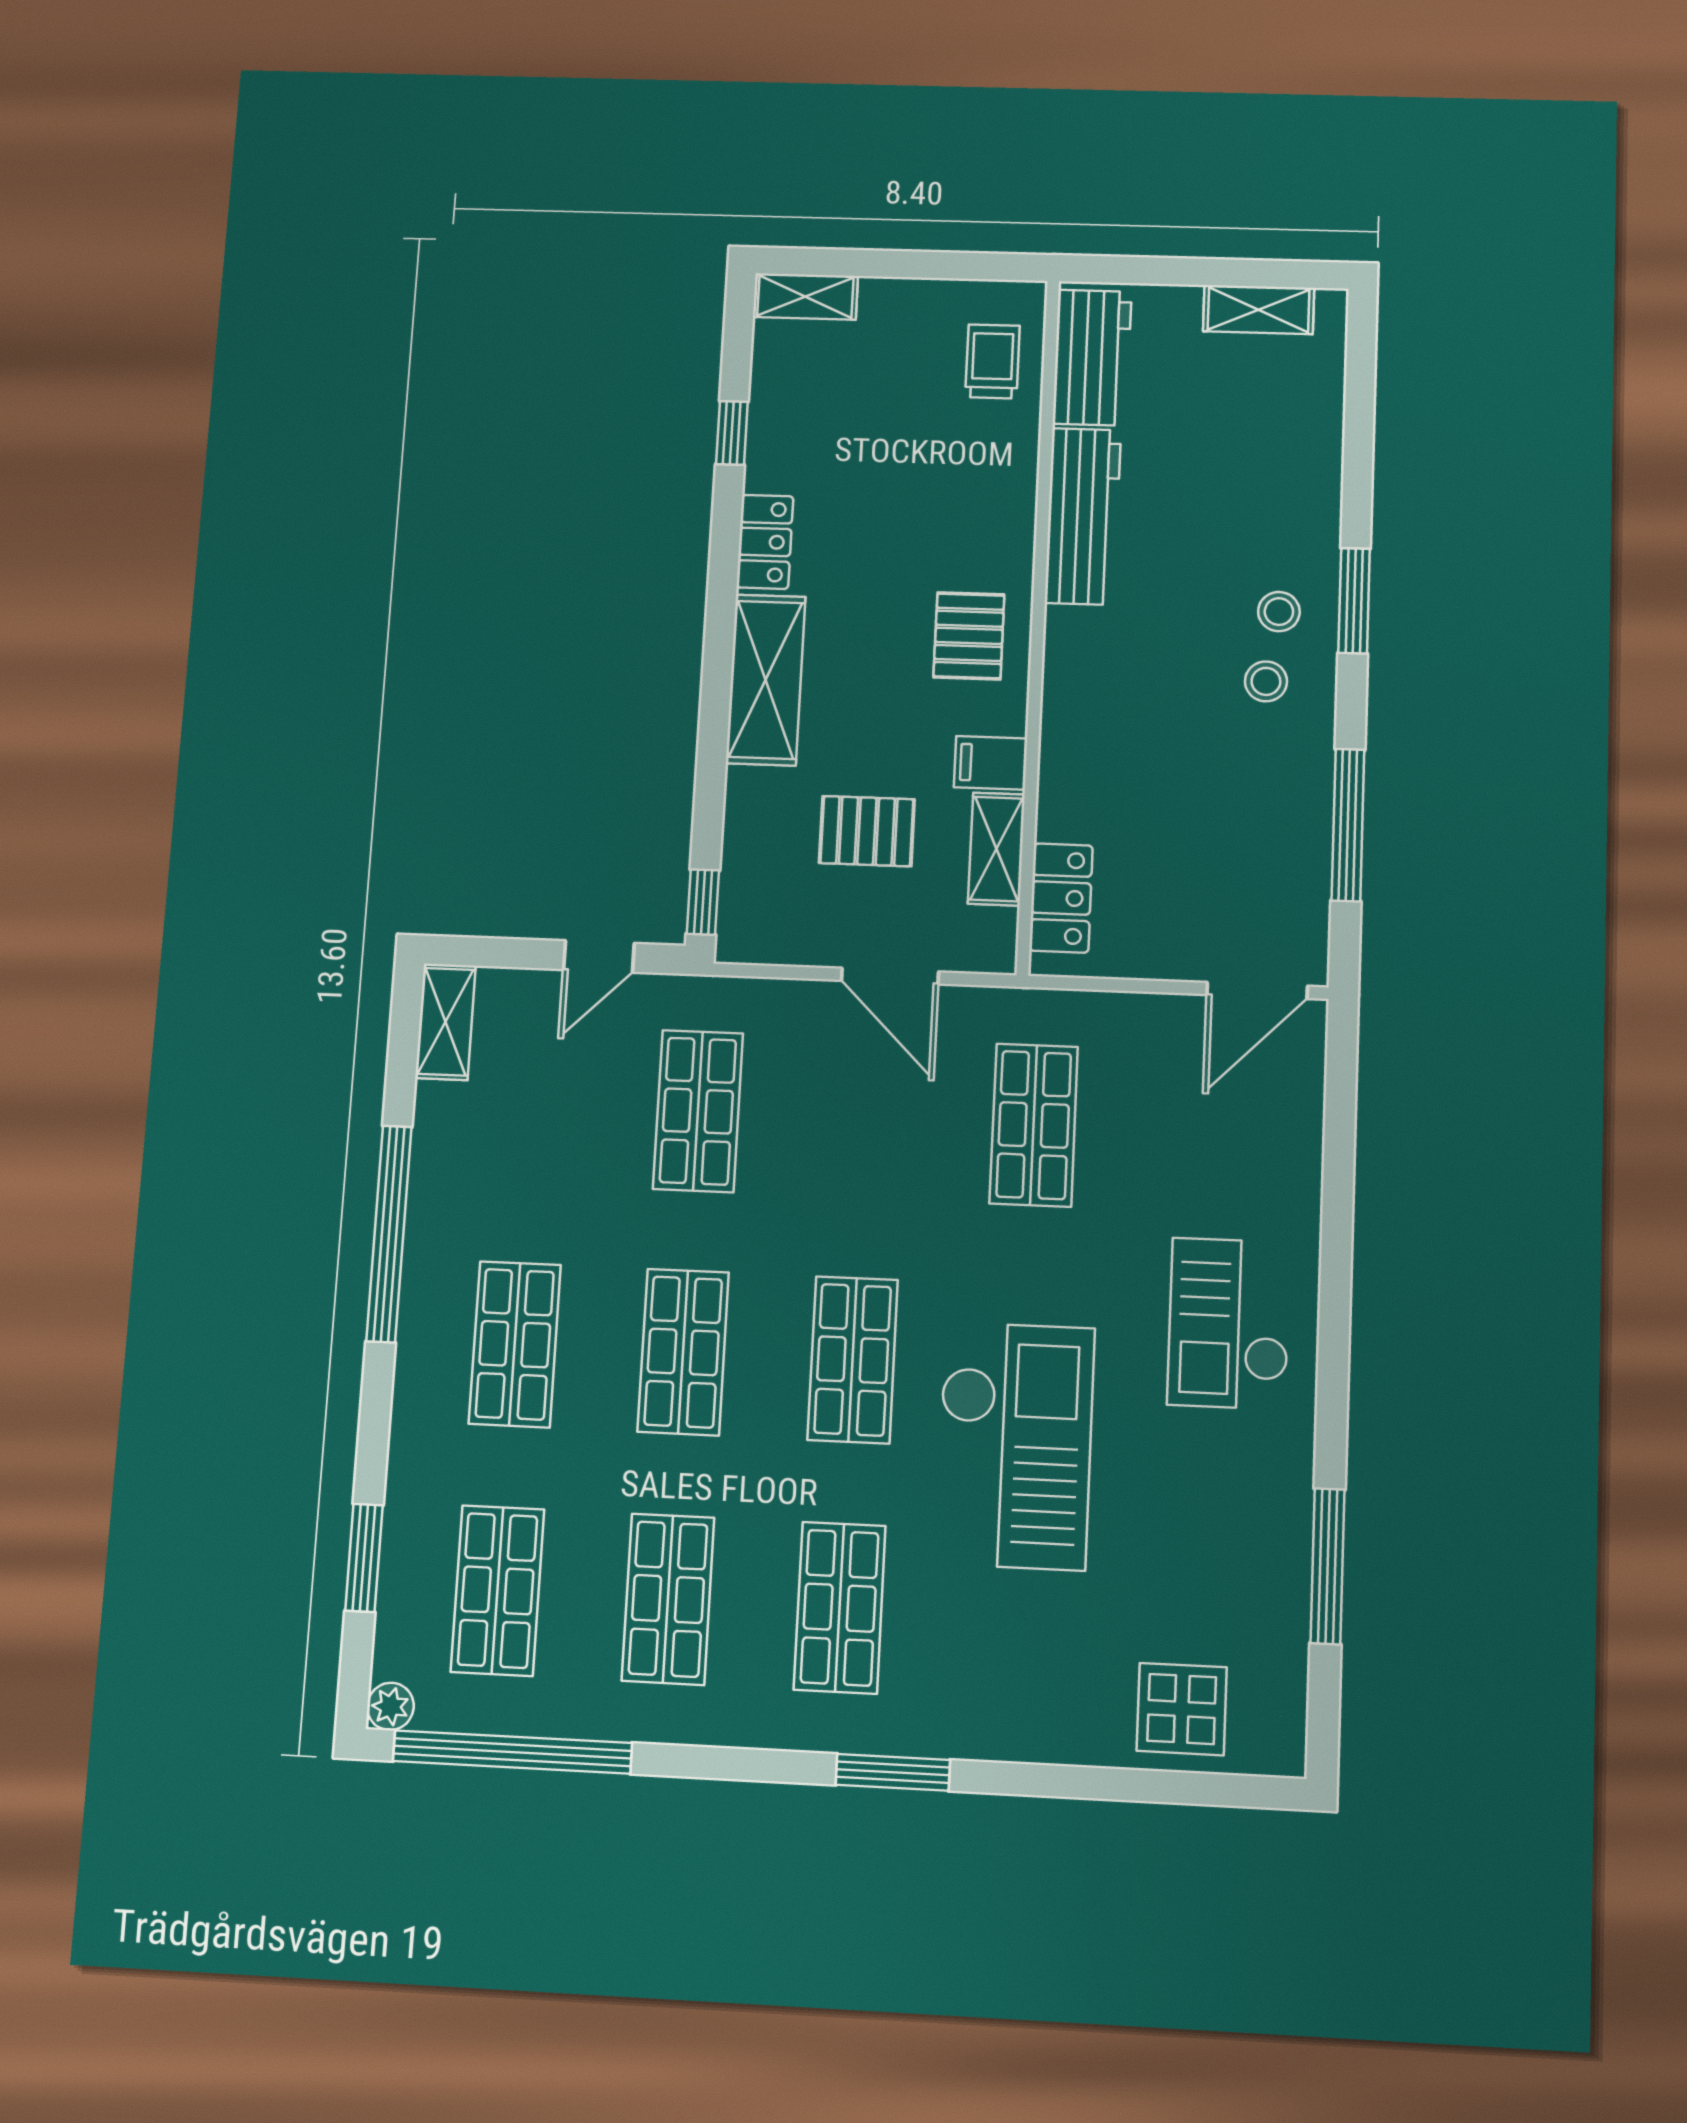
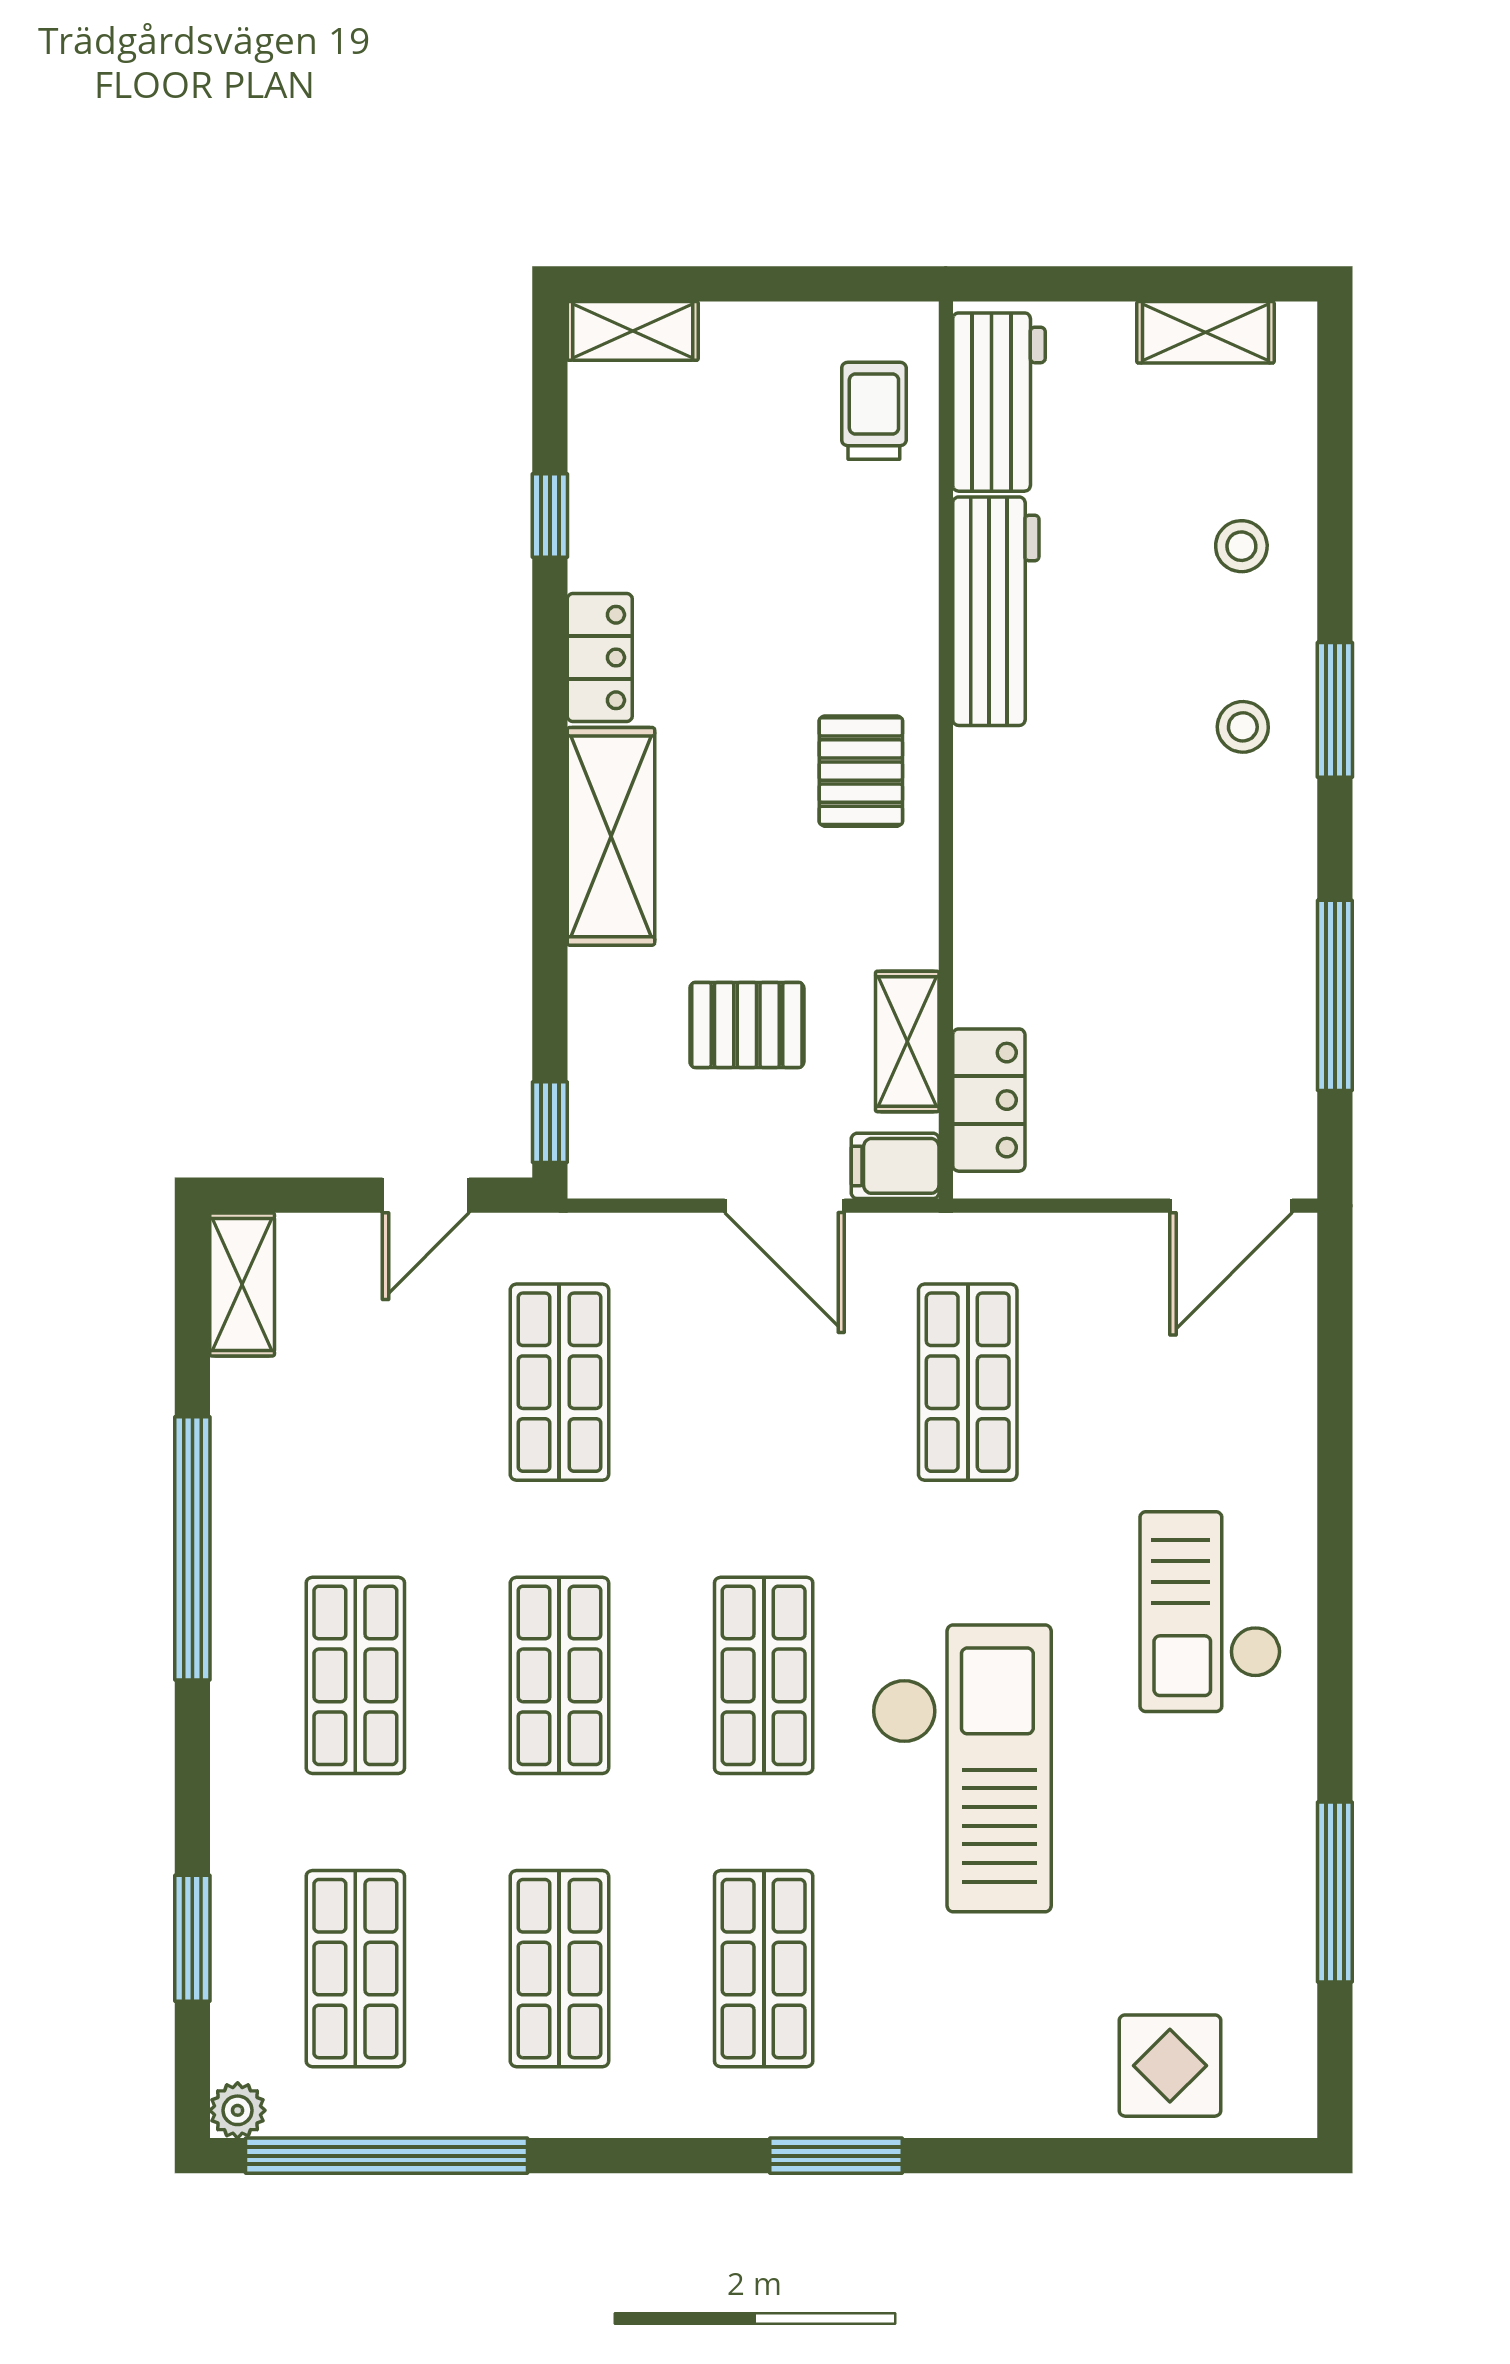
stool: (1266, 681) -> (1241, 546), moved
filing cabinet: (991, 763) -> (895, 1166), moved

